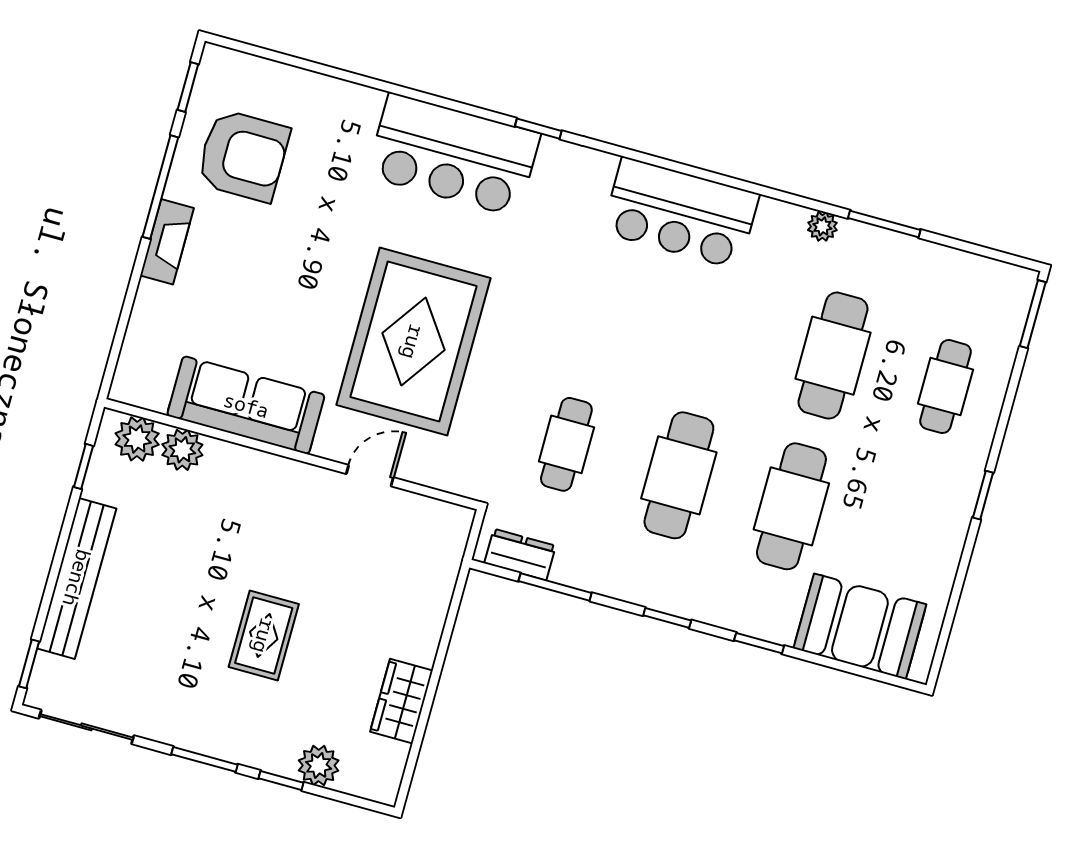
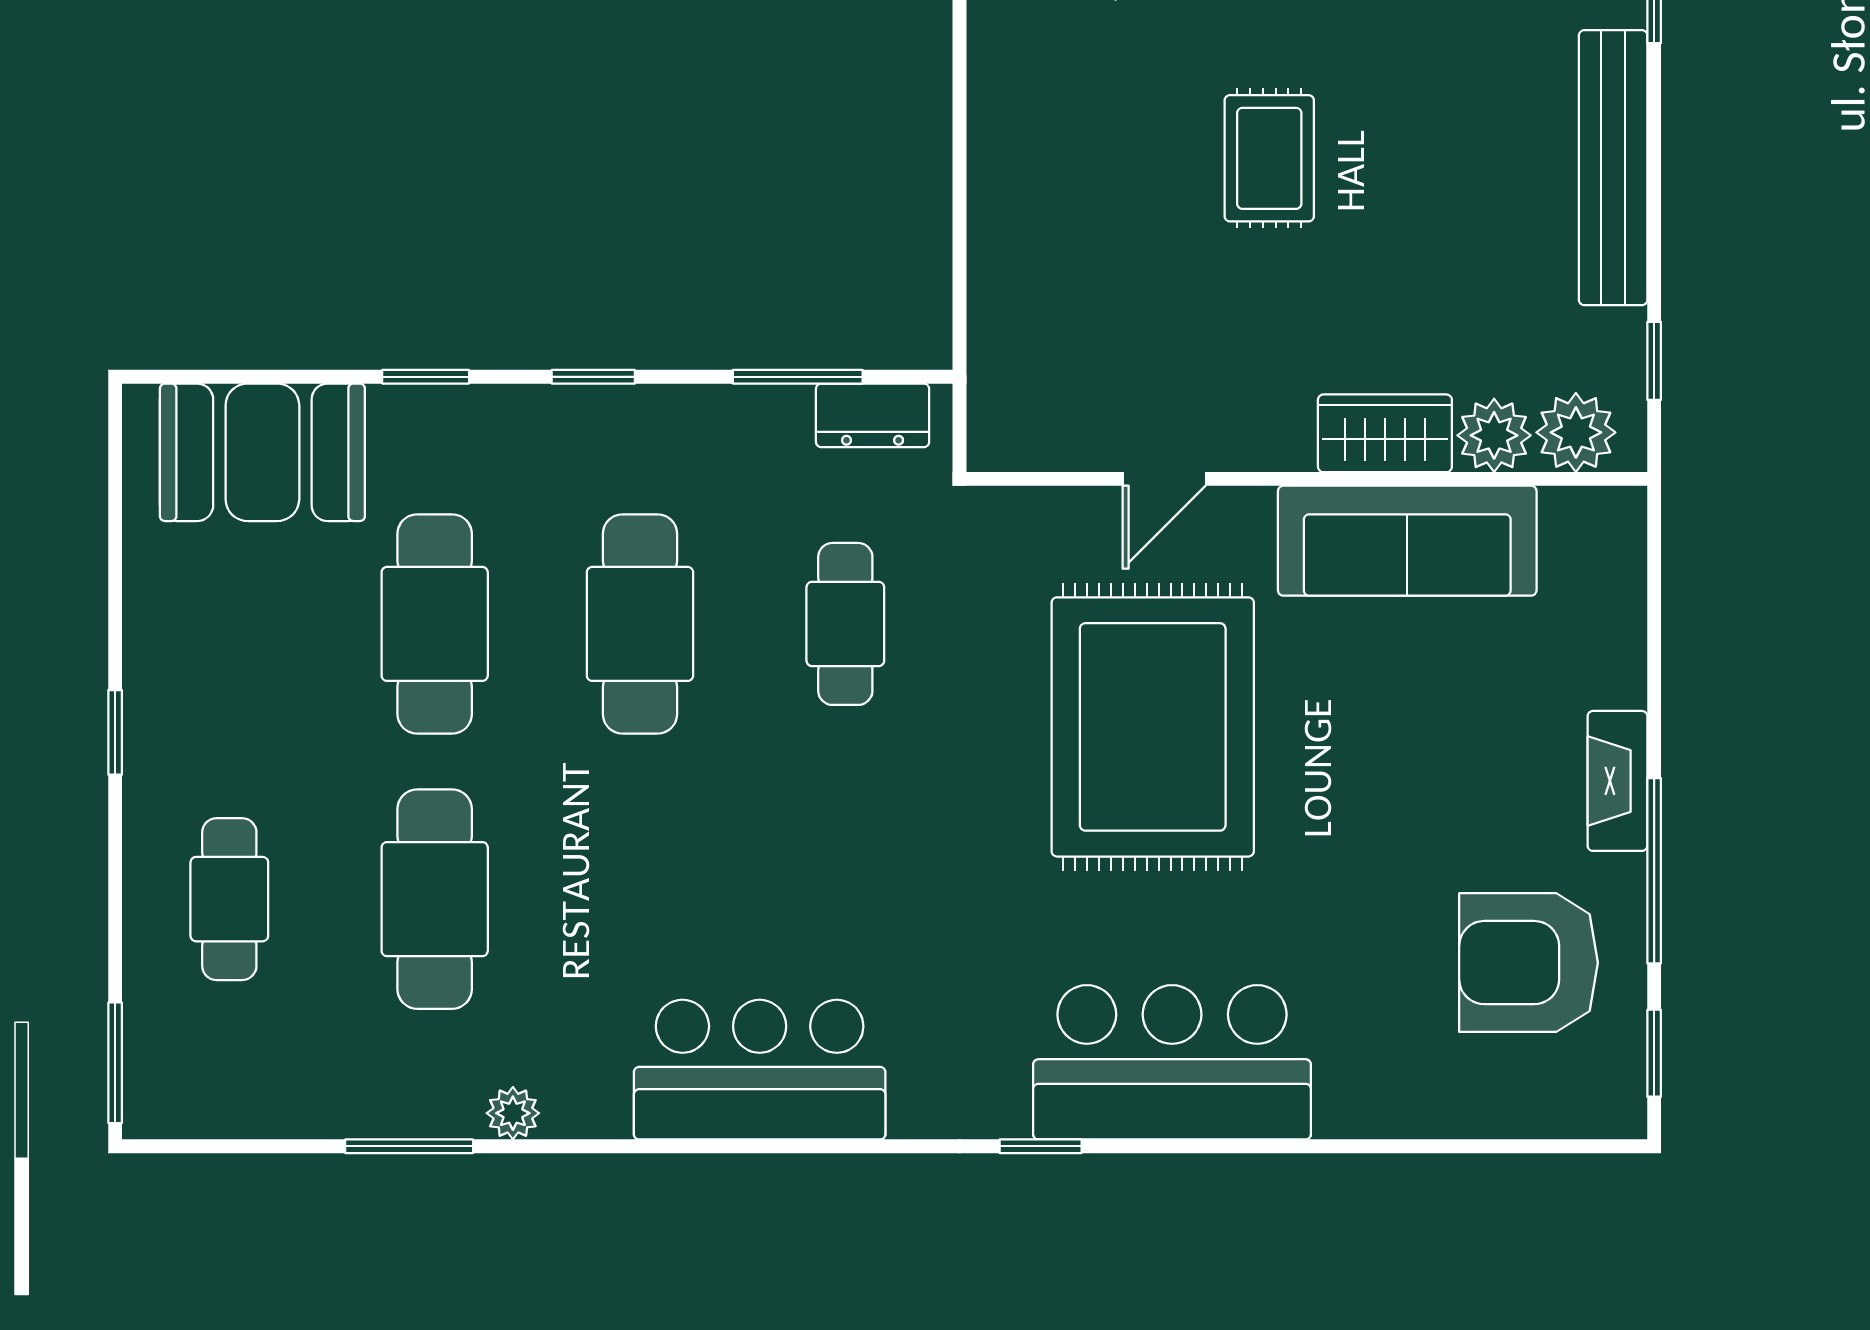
wardrobe: (401, 701) -> (1385, 433), moved, turned -90

